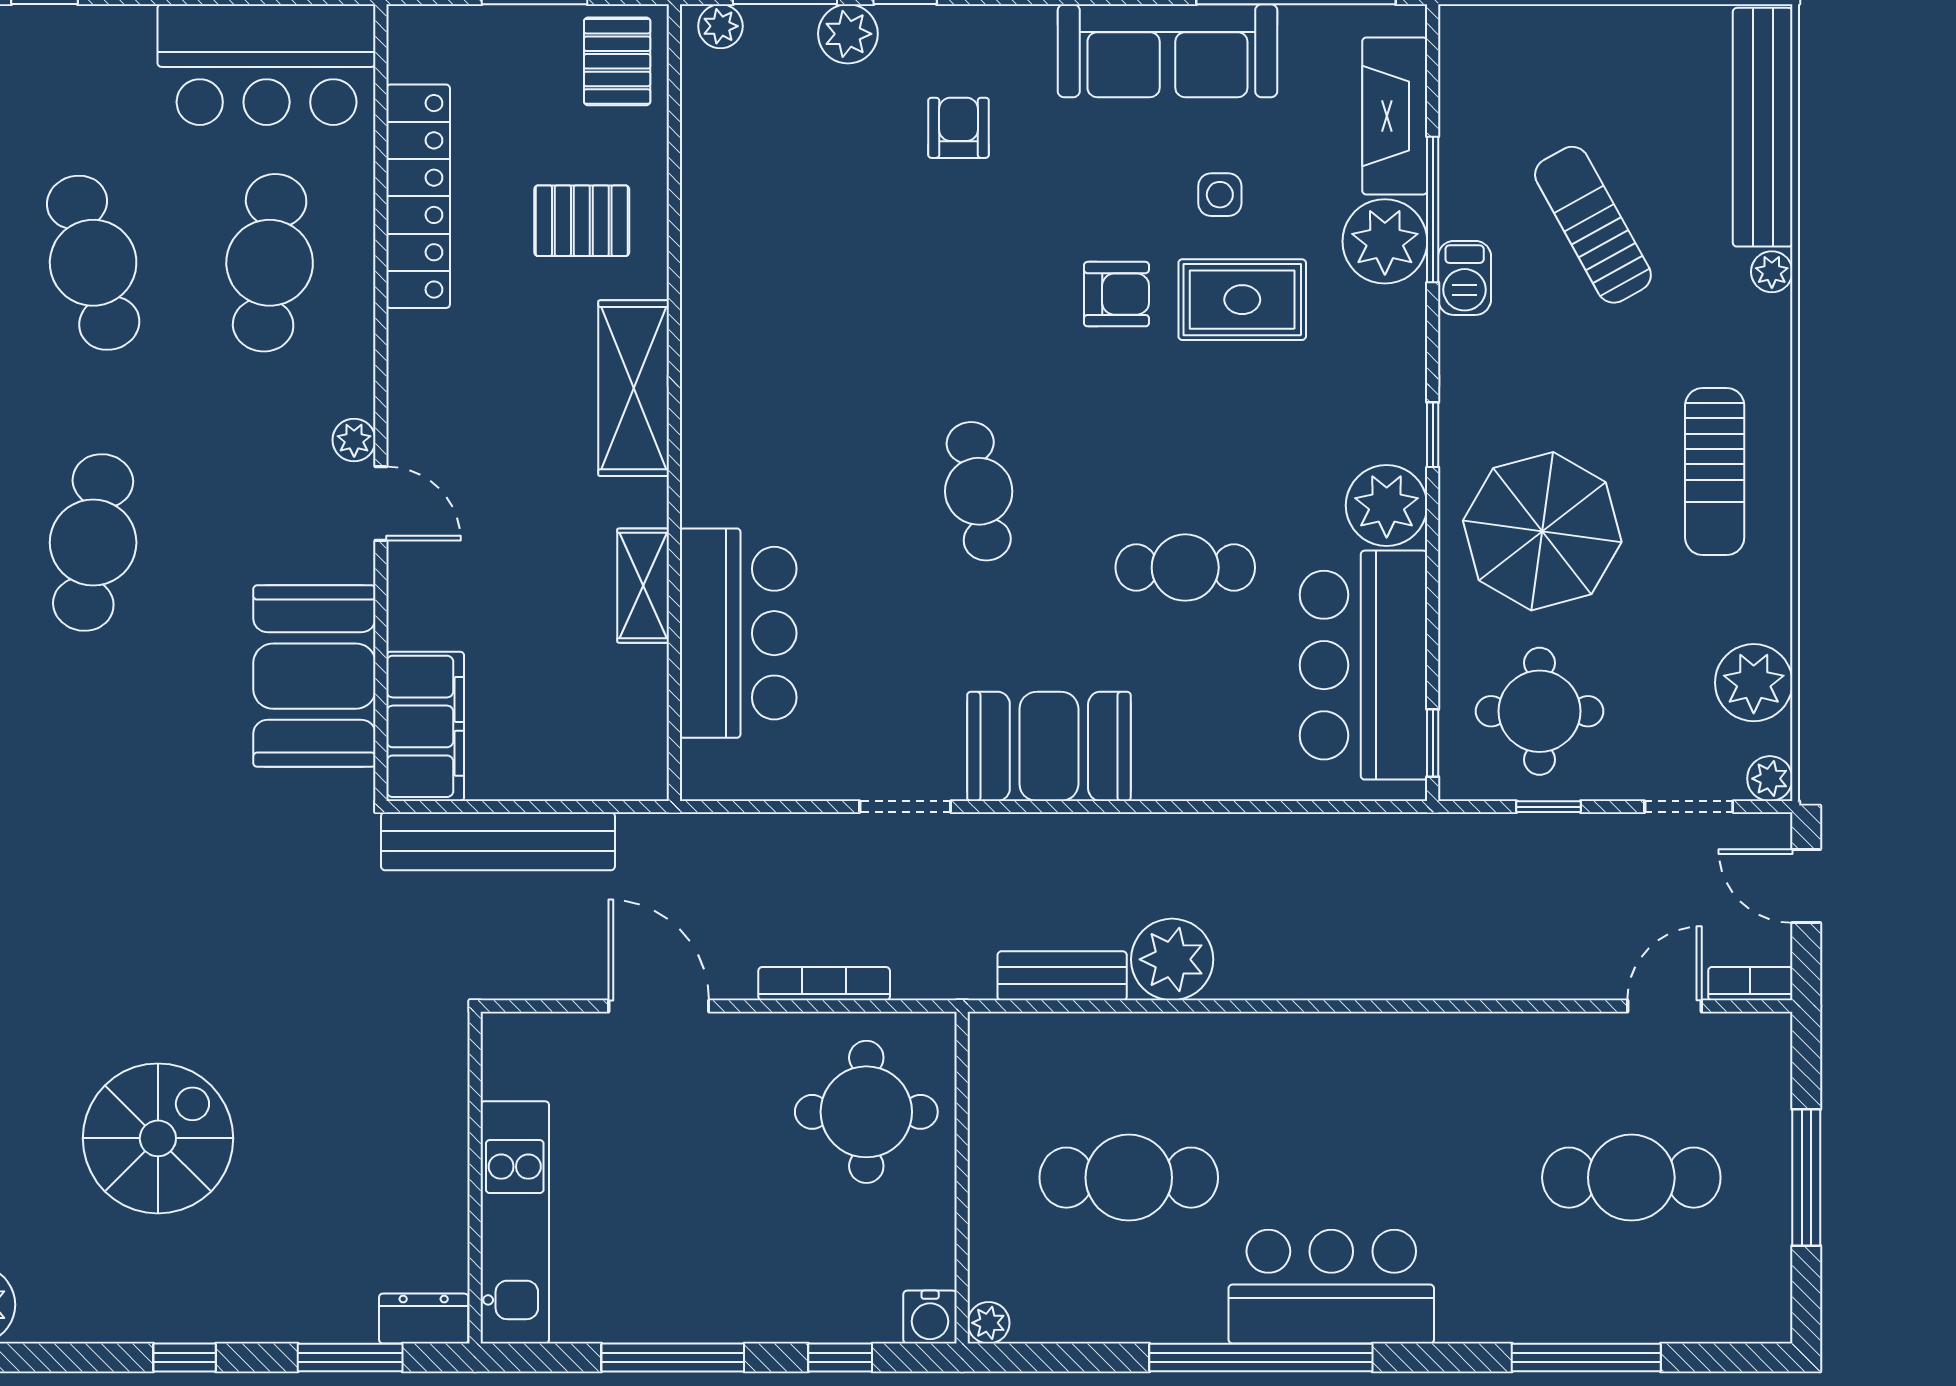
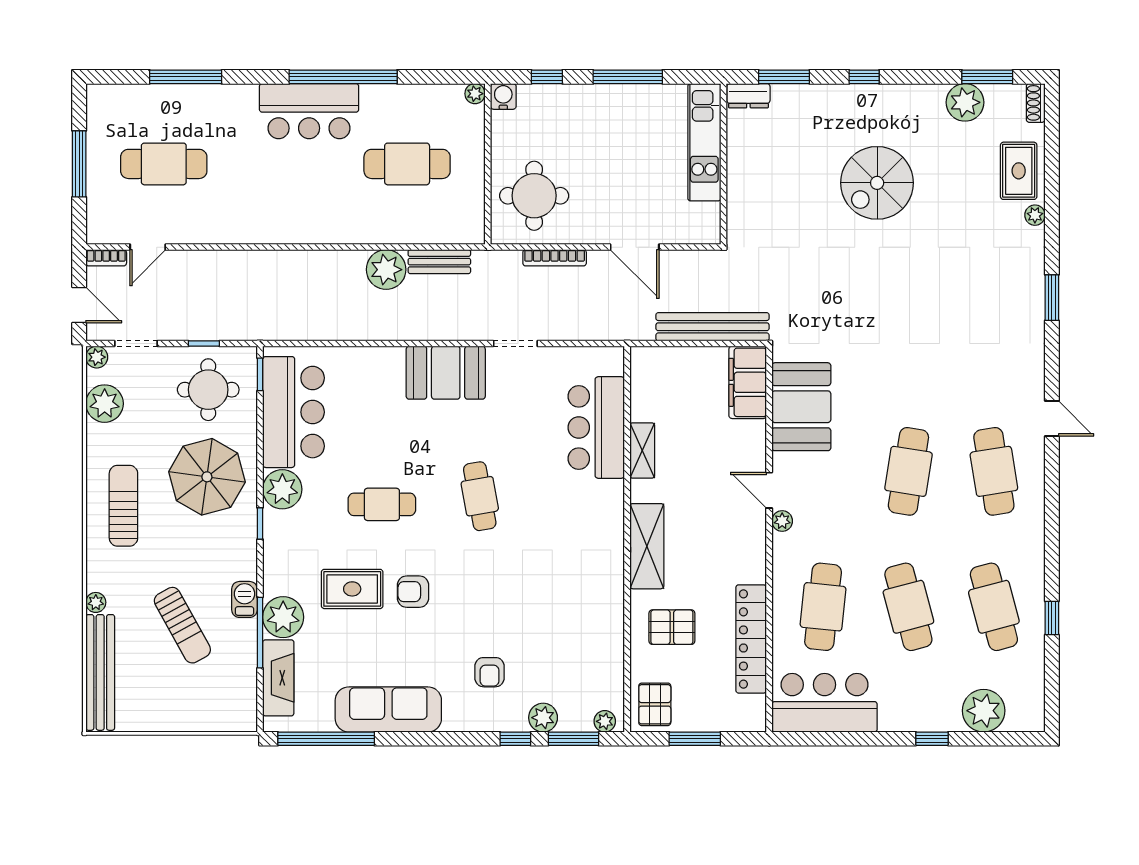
side table: (1220, 195) -> (363, 640), removed
cafe table: (1185, 568) -> (382, 504), moved

